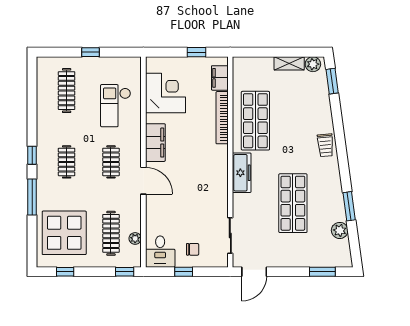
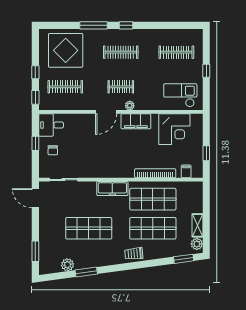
filing cabinet: (220, 78) -> (186, 171), width x0.50
checkout: (116, 106) -> (180, 95), moved
shop shelf: (293, 121) -> (153, 228), added
clothes rail: (67, 162) -> (121, 52), width x1.36
plant: (135, 238) -> (130, 106), moved
window: (65, 272) -> (35, 72), moved

